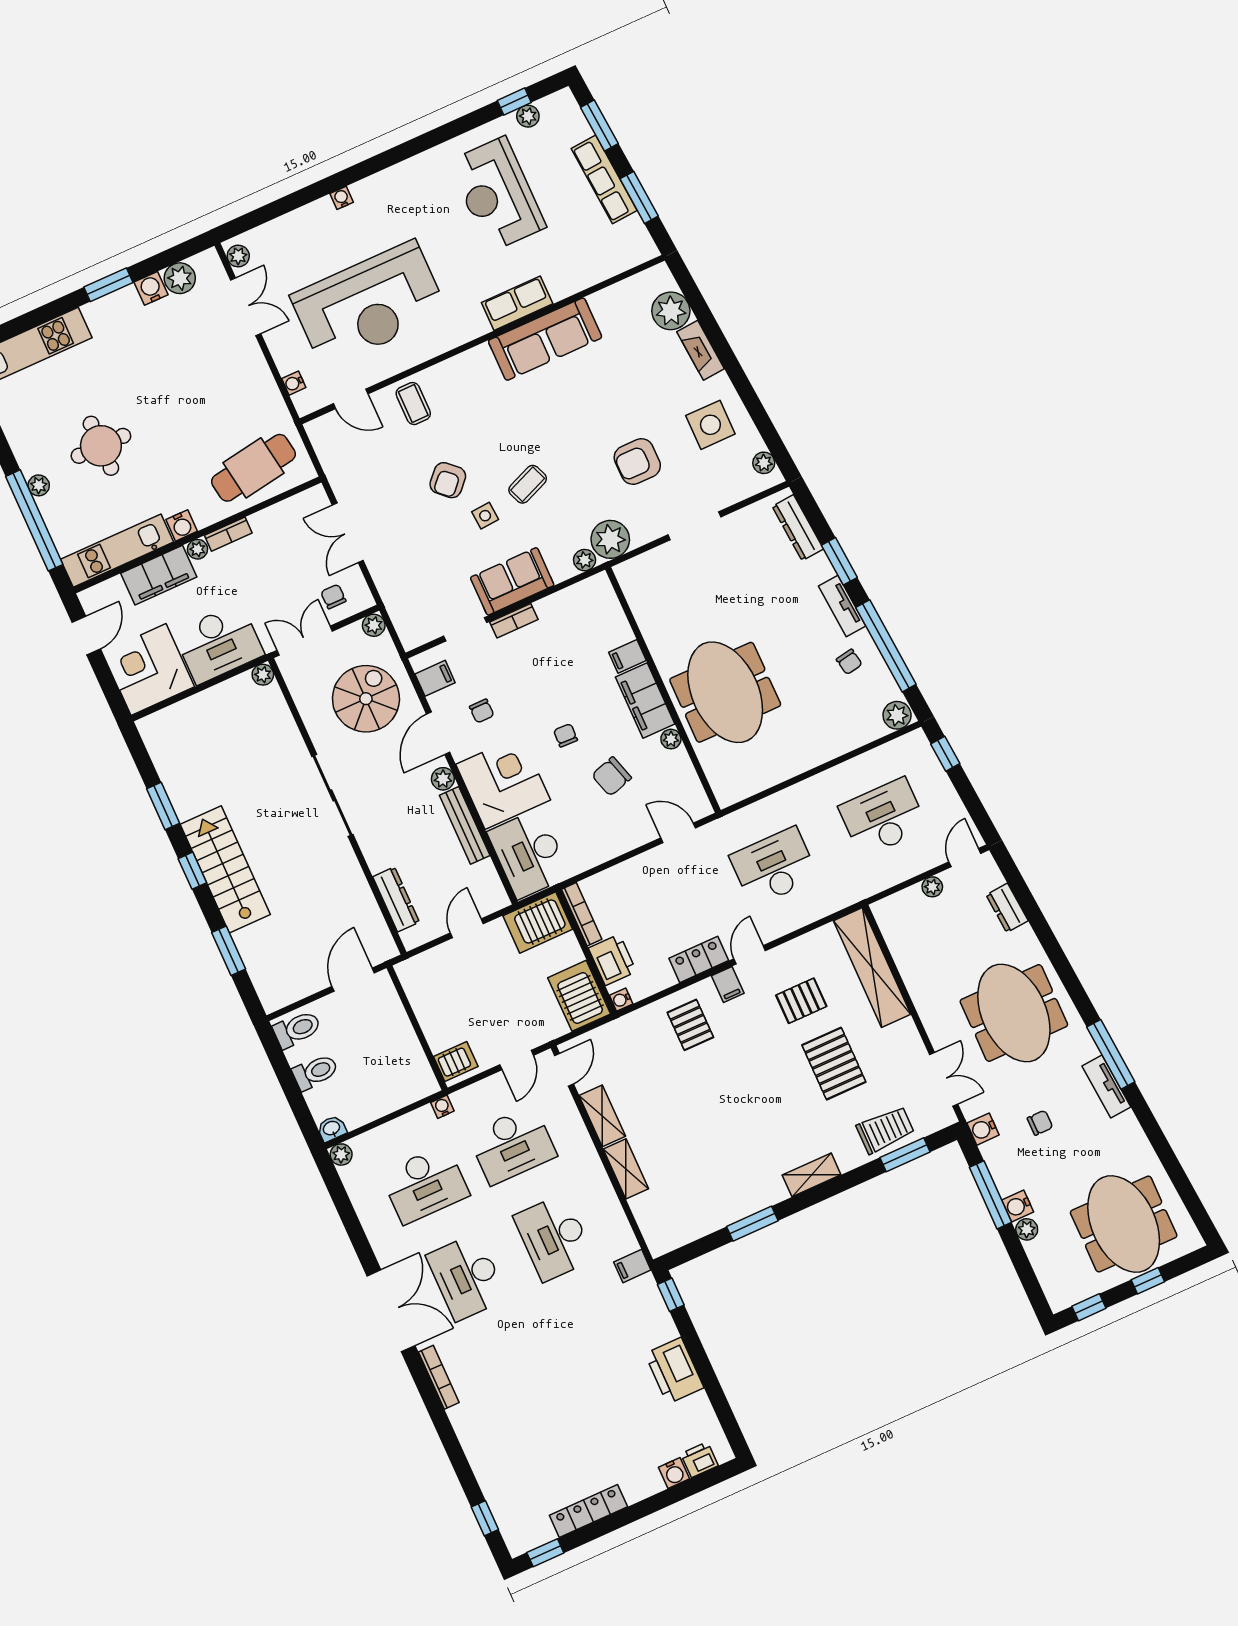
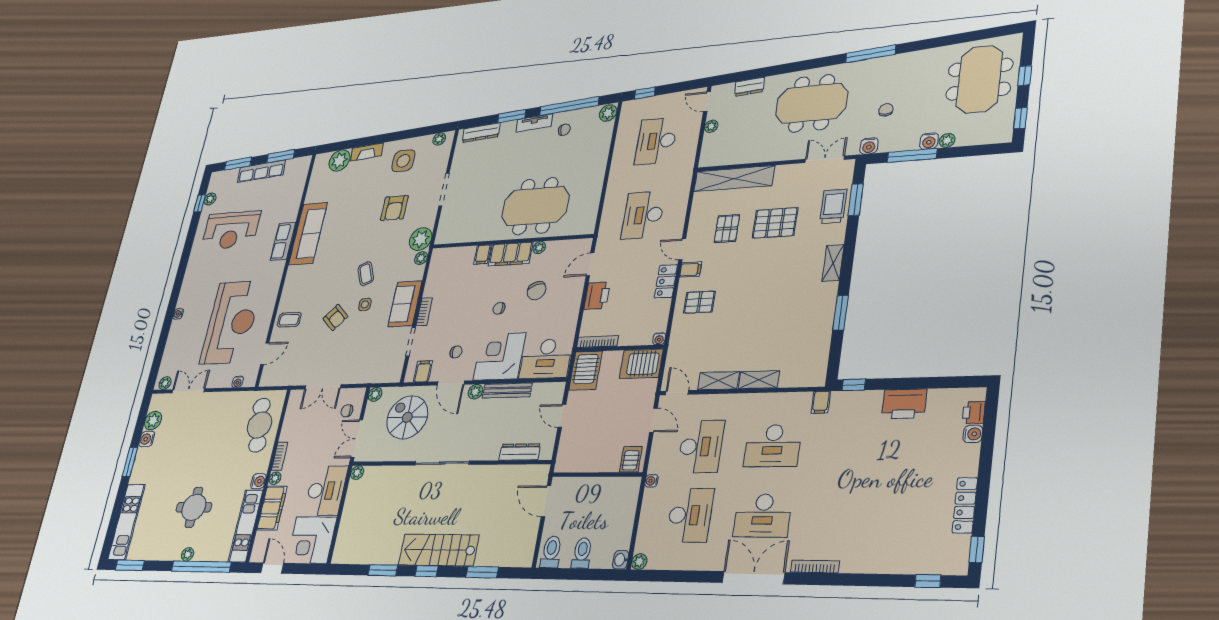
printer: (612, 960) -> (597, 296), moved, turned 90
tv unit: (1106, 1087) -> (888, 63), removed
meeting table: (1124, 1224) -> (979, 79), turned 90

